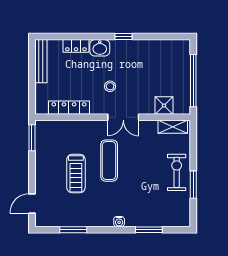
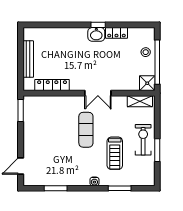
locker: (76, 46) -> (116, 33), moved
washbasin: (100, 48) -> (96, 34), moved
bench: (41, 61) -> (28, 59), moved
stool: (110, 86) -> (146, 52), moved
shower: (164, 106) -> (147, 83), moved
treadmill: (76, 174) -> (115, 153), moved

